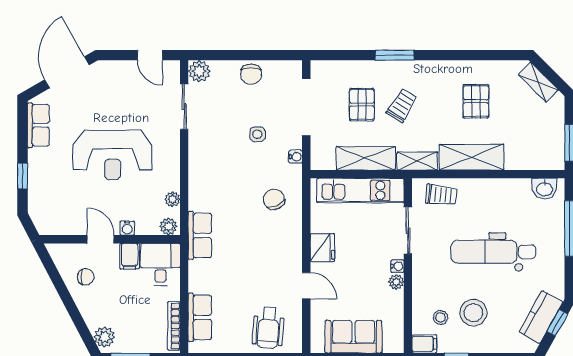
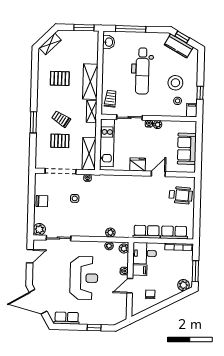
shelving: (366, 158) -> (89, 154), moved
chair: (274, 199) -> (111, 190), removed
plant: (197, 201) -> (110, 233), added
row of seats: (200, 235) -> (147, 232), moved

